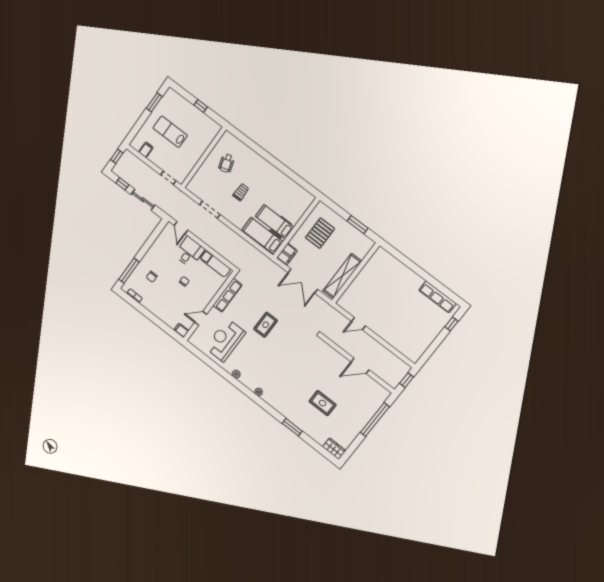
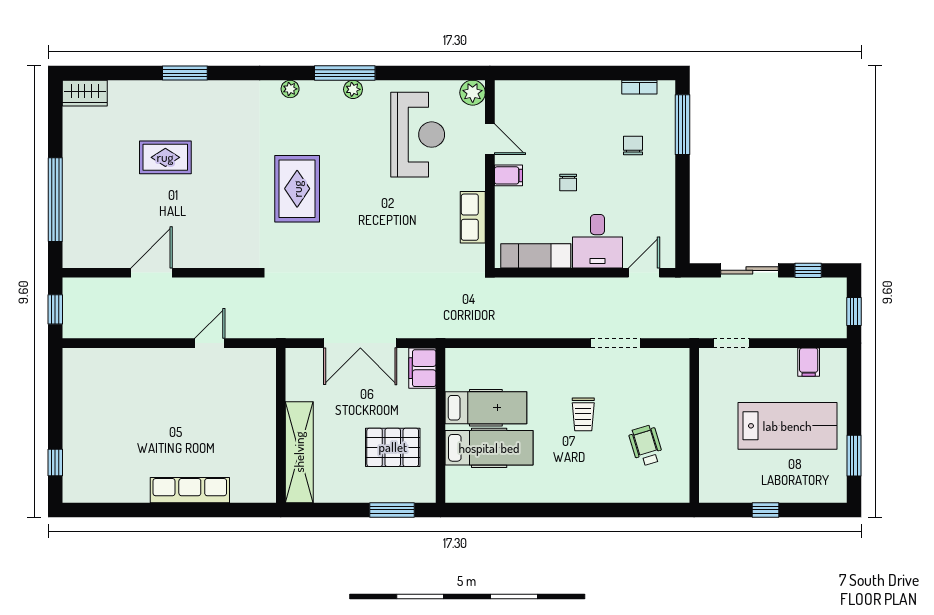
lab bench: (170, 132) -> (787, 426), width x1.36, depth x1.39
window: (358, 225) -> (392, 510), moved
door: (181, 228) -> (644, 273), hinge flipped
pallet: (320, 233) -> (393, 447), turned 90
hospital bed: (262, 236) -> (489, 448), moved
shelving: (342, 276) -> (299, 452), moved
double door: (303, 281) -> (360, 343), swing flipped
row of seats: (228, 295) -> (473, 217), width x0.68
row of seats: (437, 297) -> (190, 490), moved
door: (201, 318) -> (490, 139), hinge flipped
rug: (266, 325) -> (297, 189), moved, width x1.36, depth x1.43
filing cabinet: (181, 331) -> (509, 175), moved
plant: (195, 340) -> (473, 93), added
window: (235, 382) -> (345, 73), added

